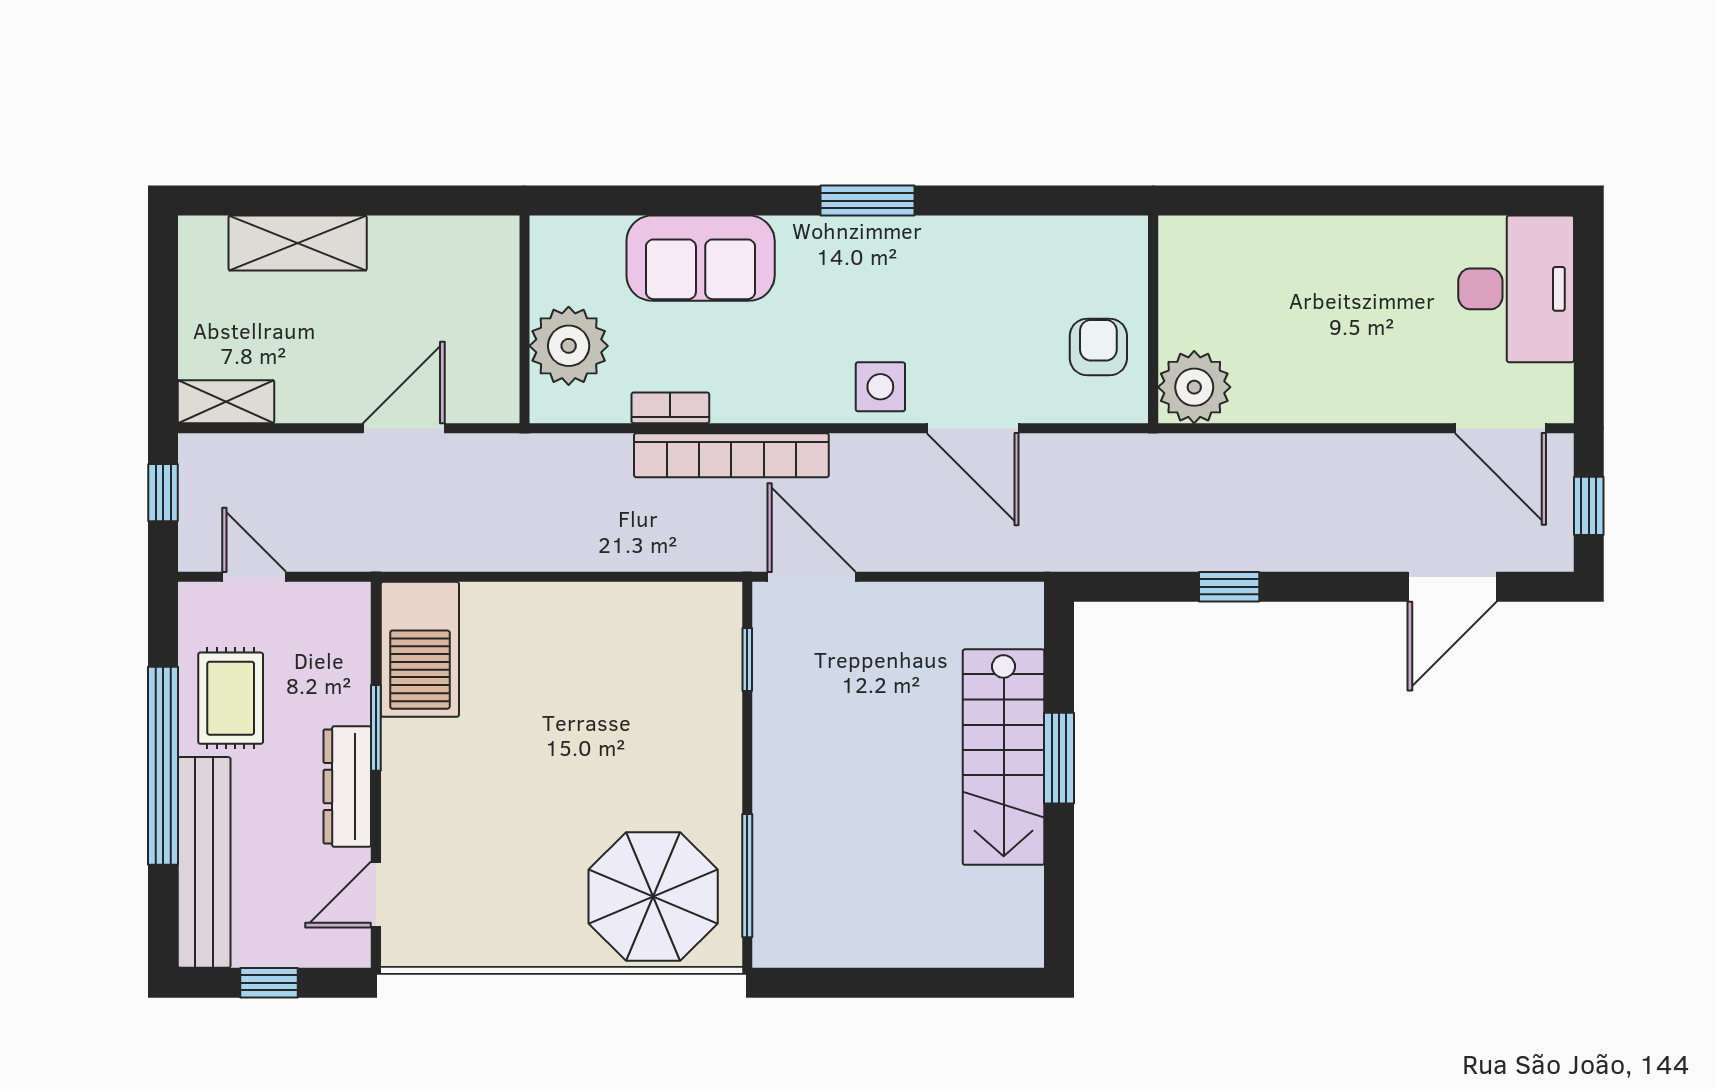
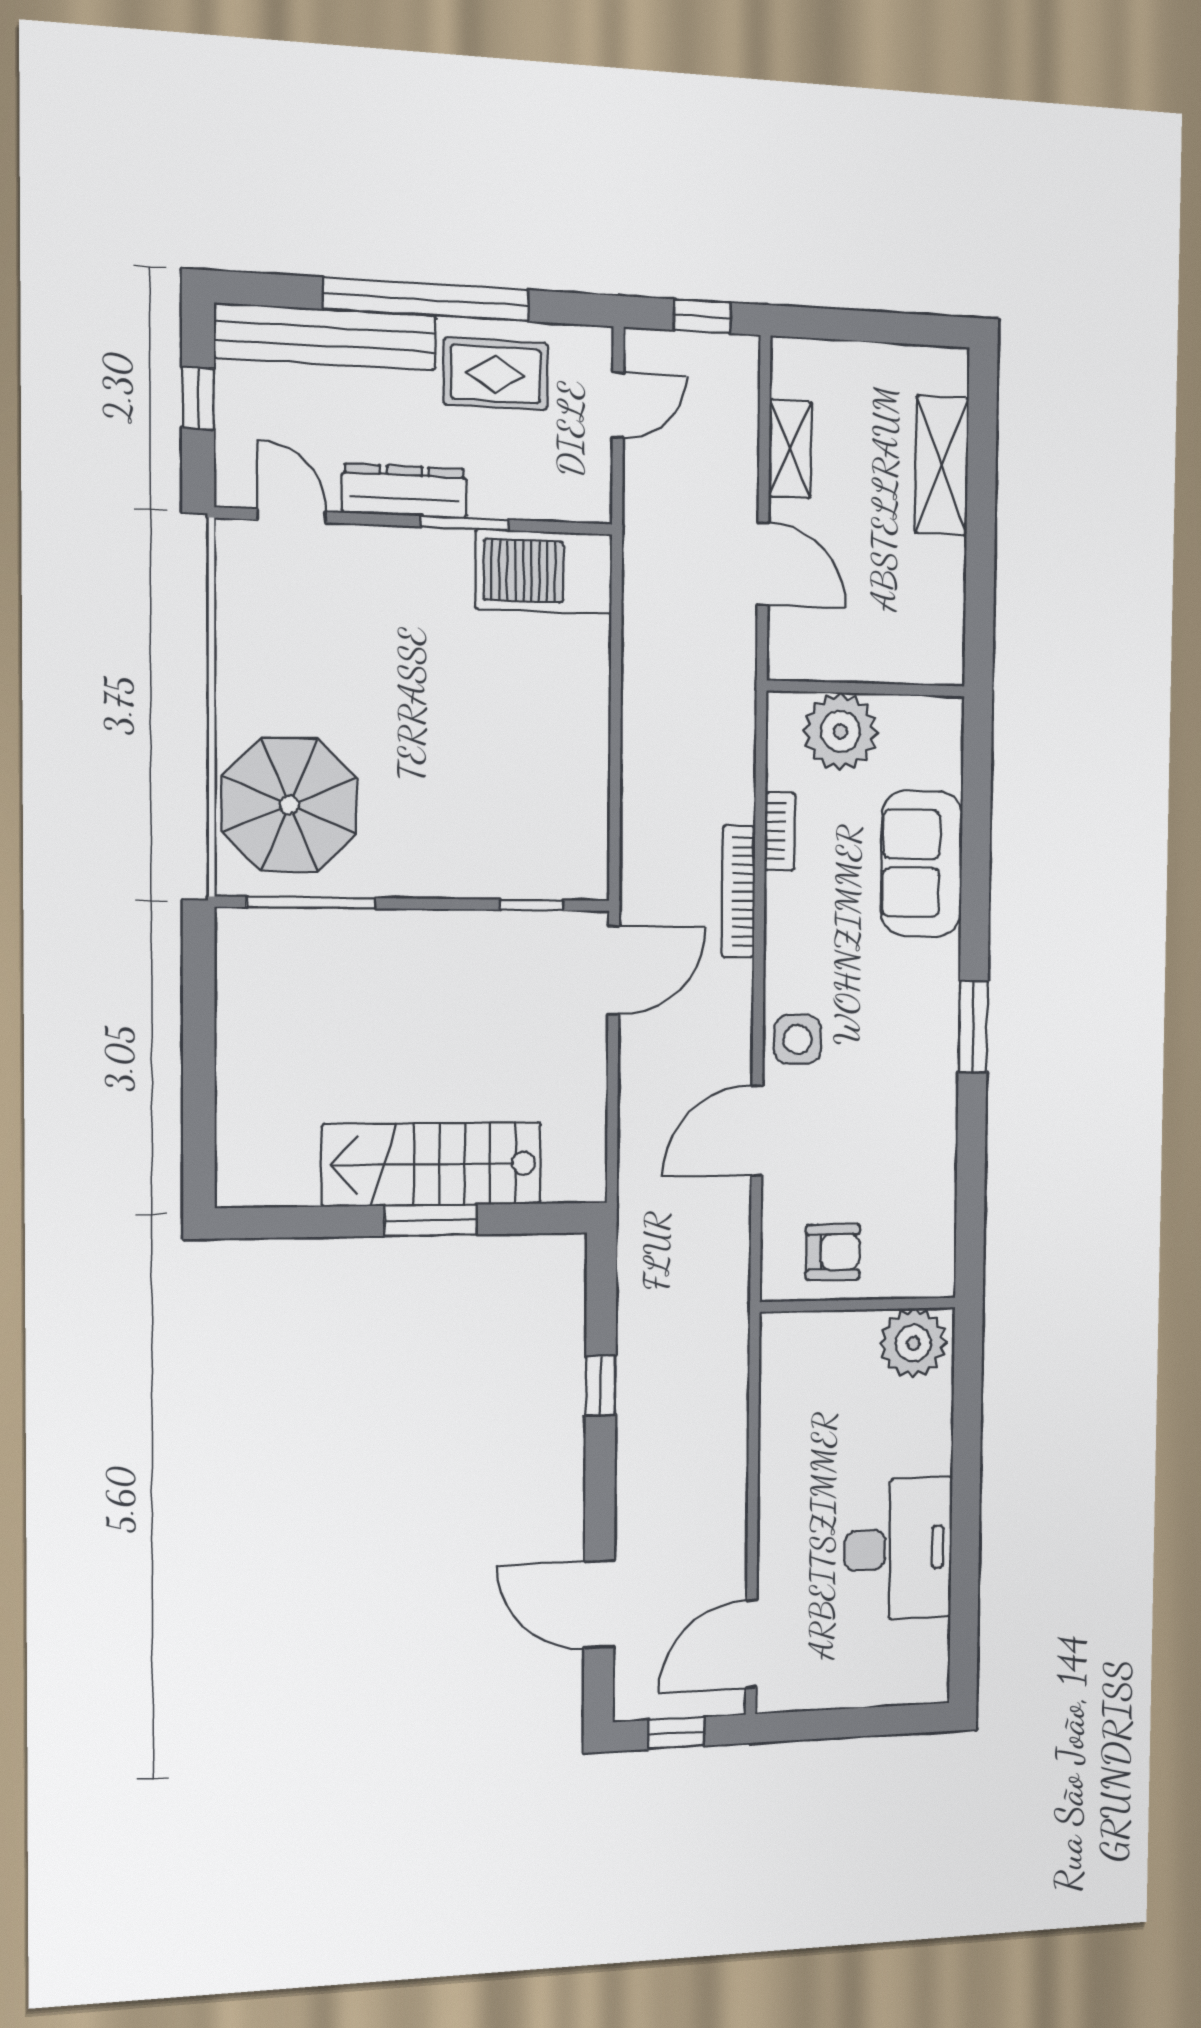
desk: (1516, 289) -> (898, 1549), moved, turned -90
plant: (1194, 387) -> (913, 1343), moved
shelving: (226, 402) -> (790, 449), moved
bookcase: (731, 455) -> (738, 892), width x0.68, depth x0.76

